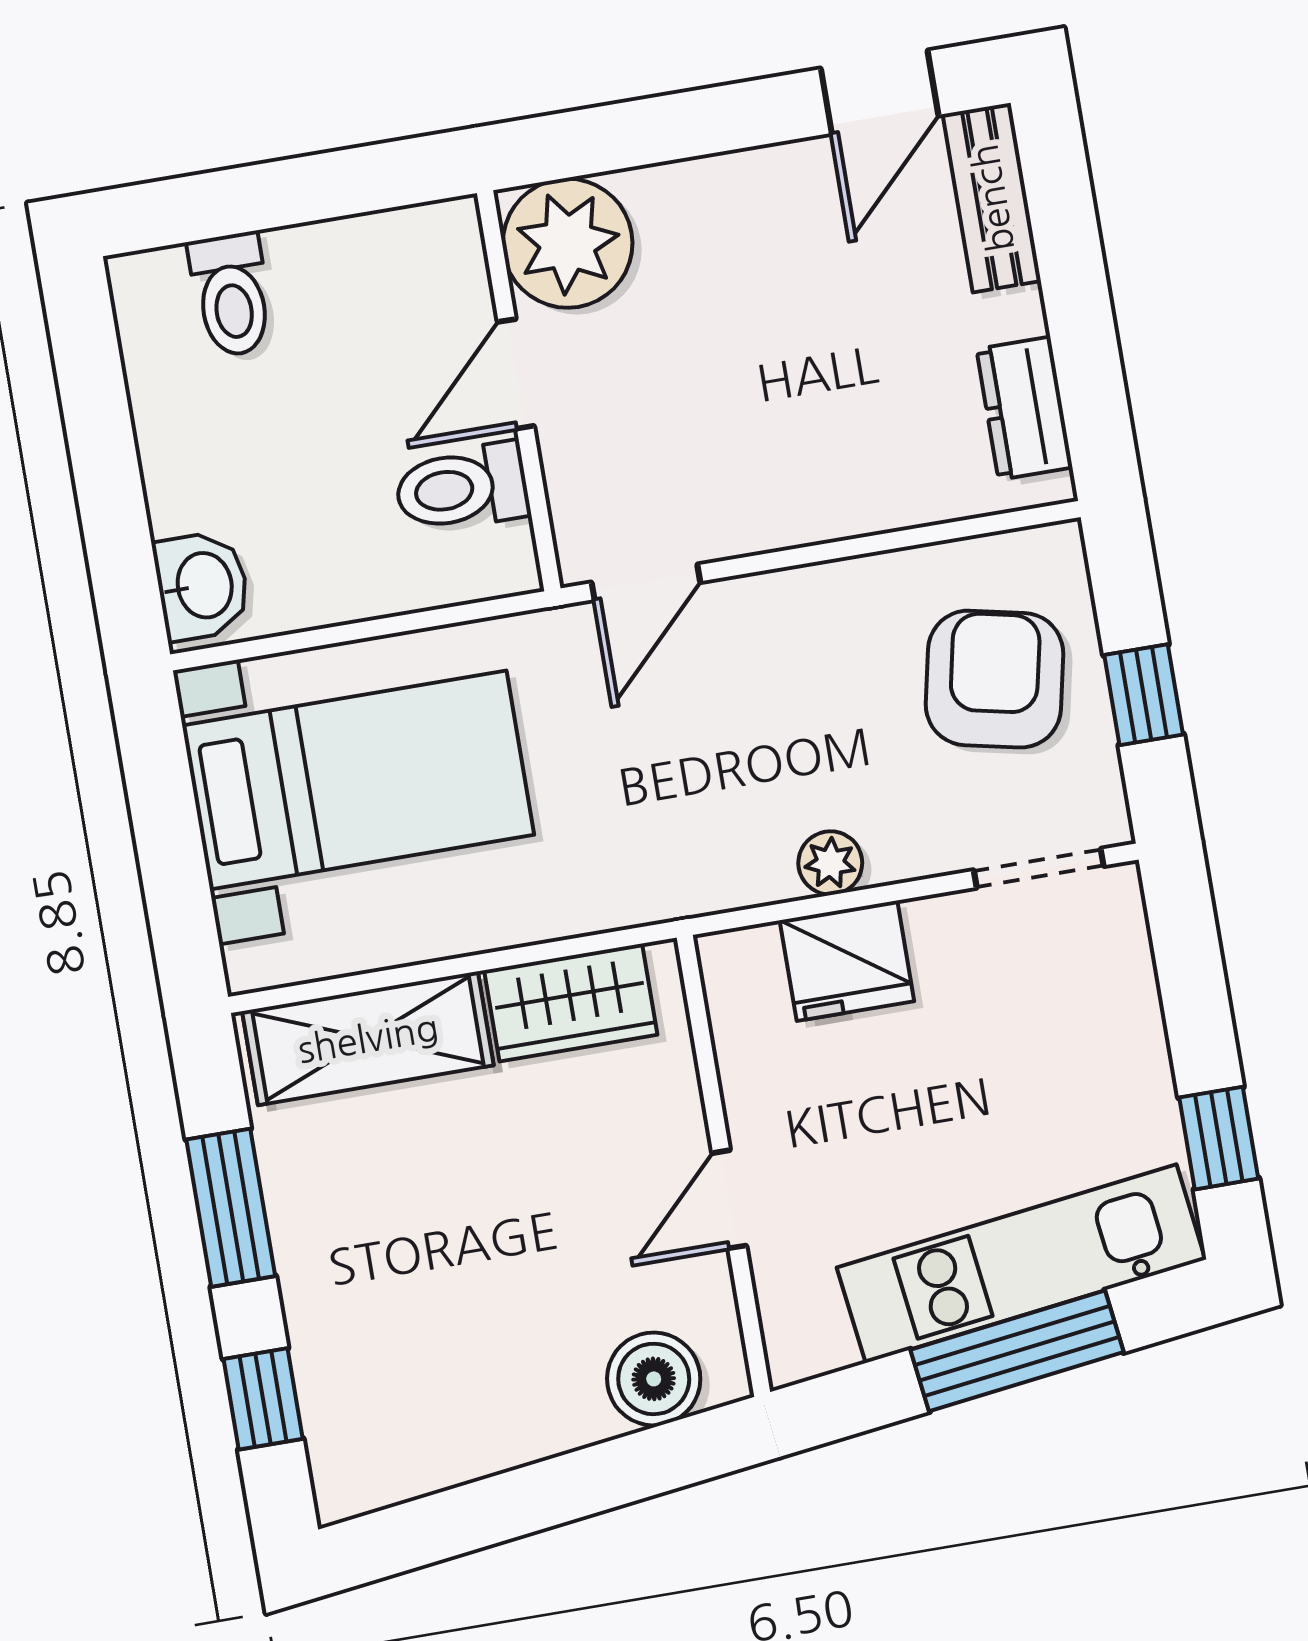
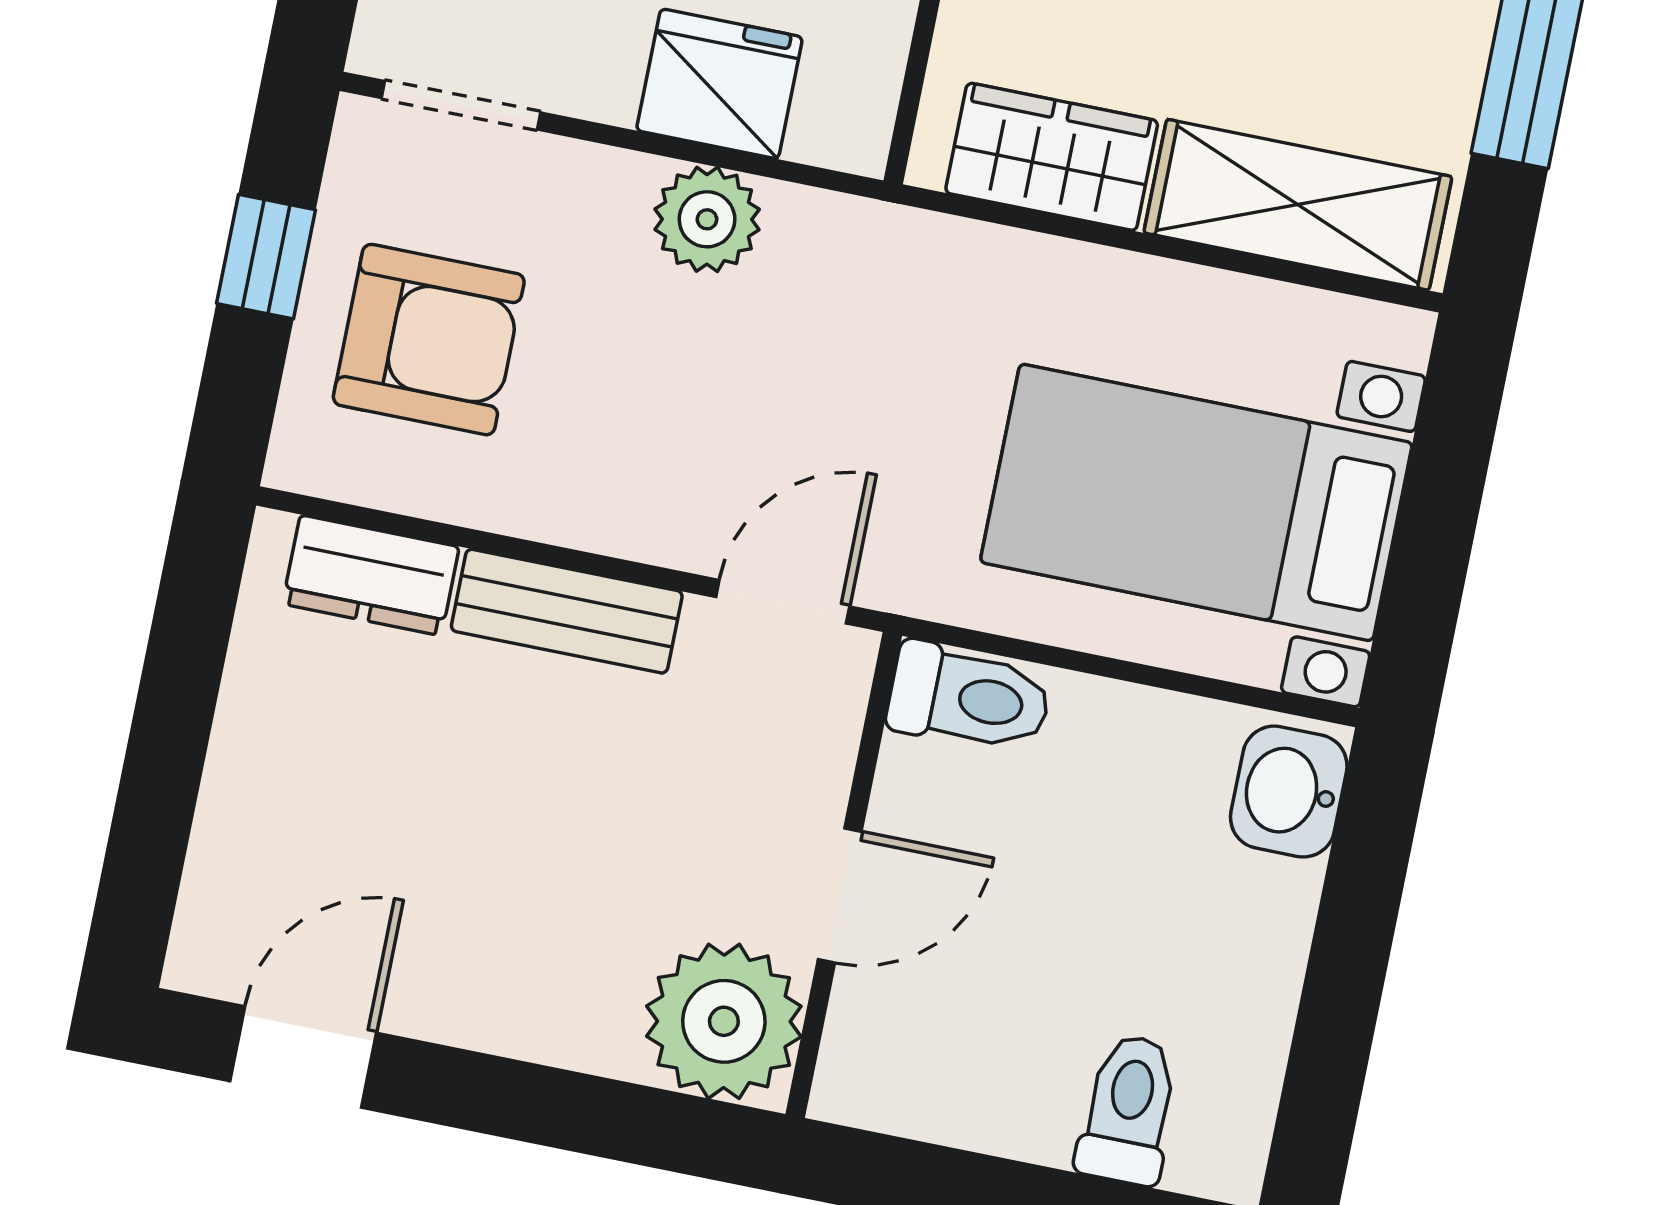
bench: (992, 198) -> (567, 611), moved, turned 90
dresser: (1024, 408) -> (371, 575), moved, turned 90
toilet: (462, 488) -> (969, 698), moved
armchair: (995, 679) -> (429, 340), turned -102
plant: (830, 863) -> (707, 219), width x1.38, depth x1.38

